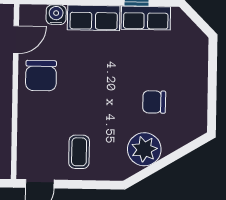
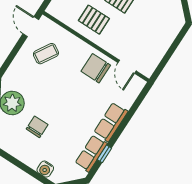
water cooler: (56, 15) -> (45, 169), moved, turned 90
coffee table: (79, 152) -> (46, 54), moved, turned -59

